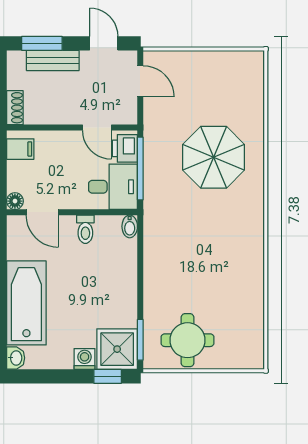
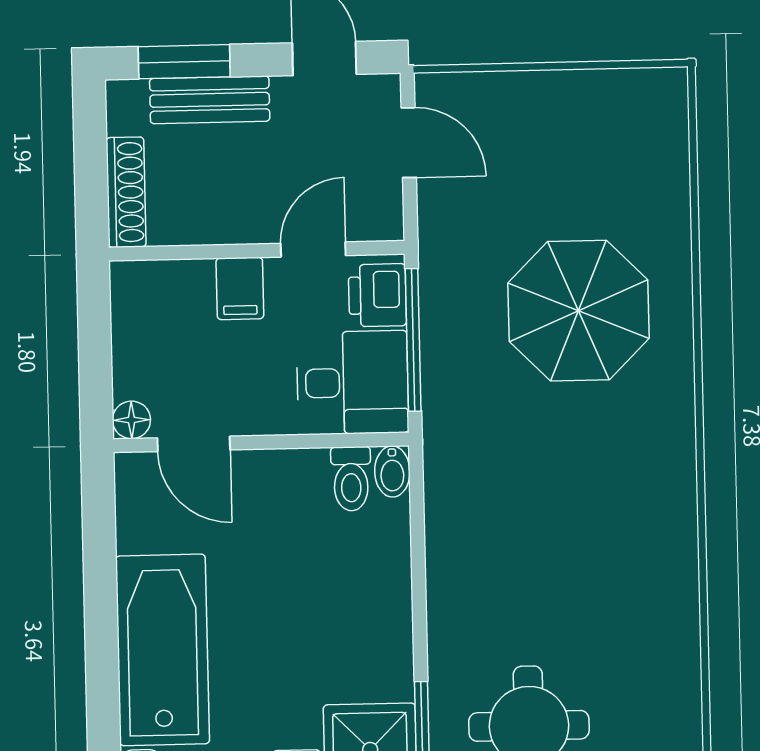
shoe rack: (15, 108) -> (126, 192), width x1.43
door: (97, 128) -> (313, 249), swing flipped
filing cabinet: (20, 149) -> (240, 288), moved, turned 90
toilet: (85, 229) -> (351, 479), moved

